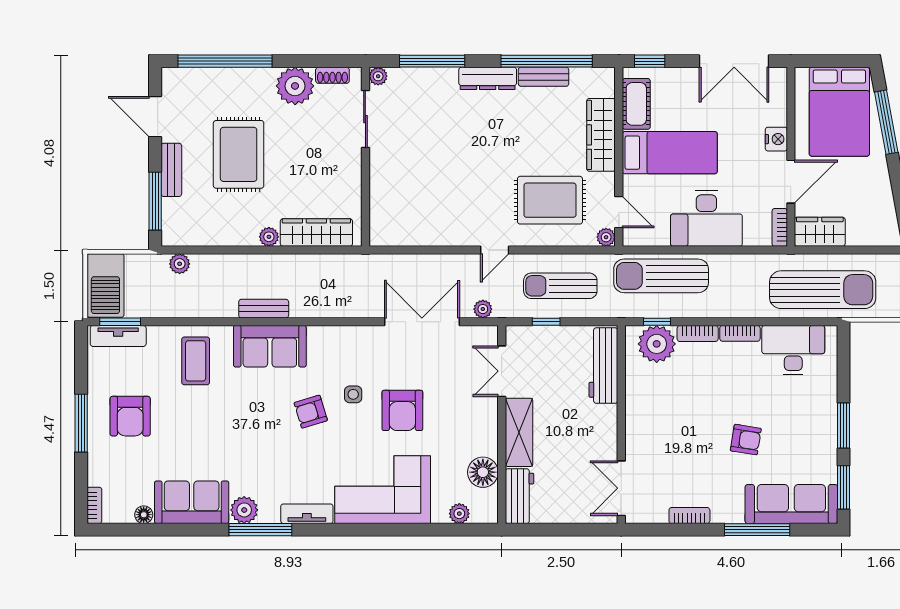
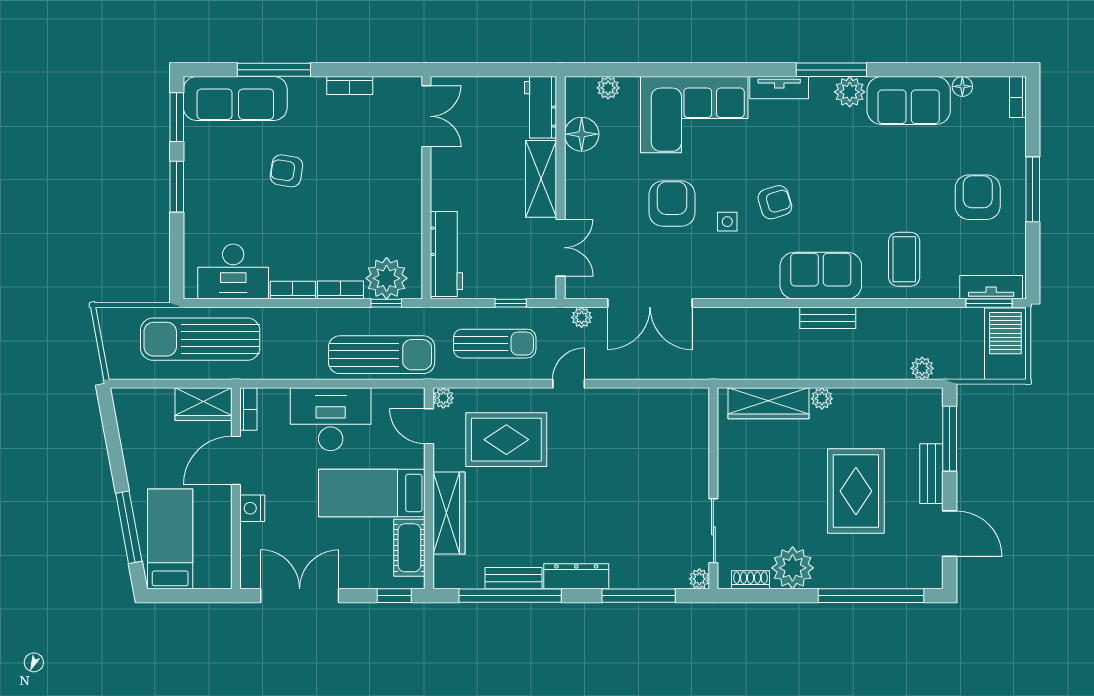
bed: (839, 112) -> (170, 539), width x0.67

